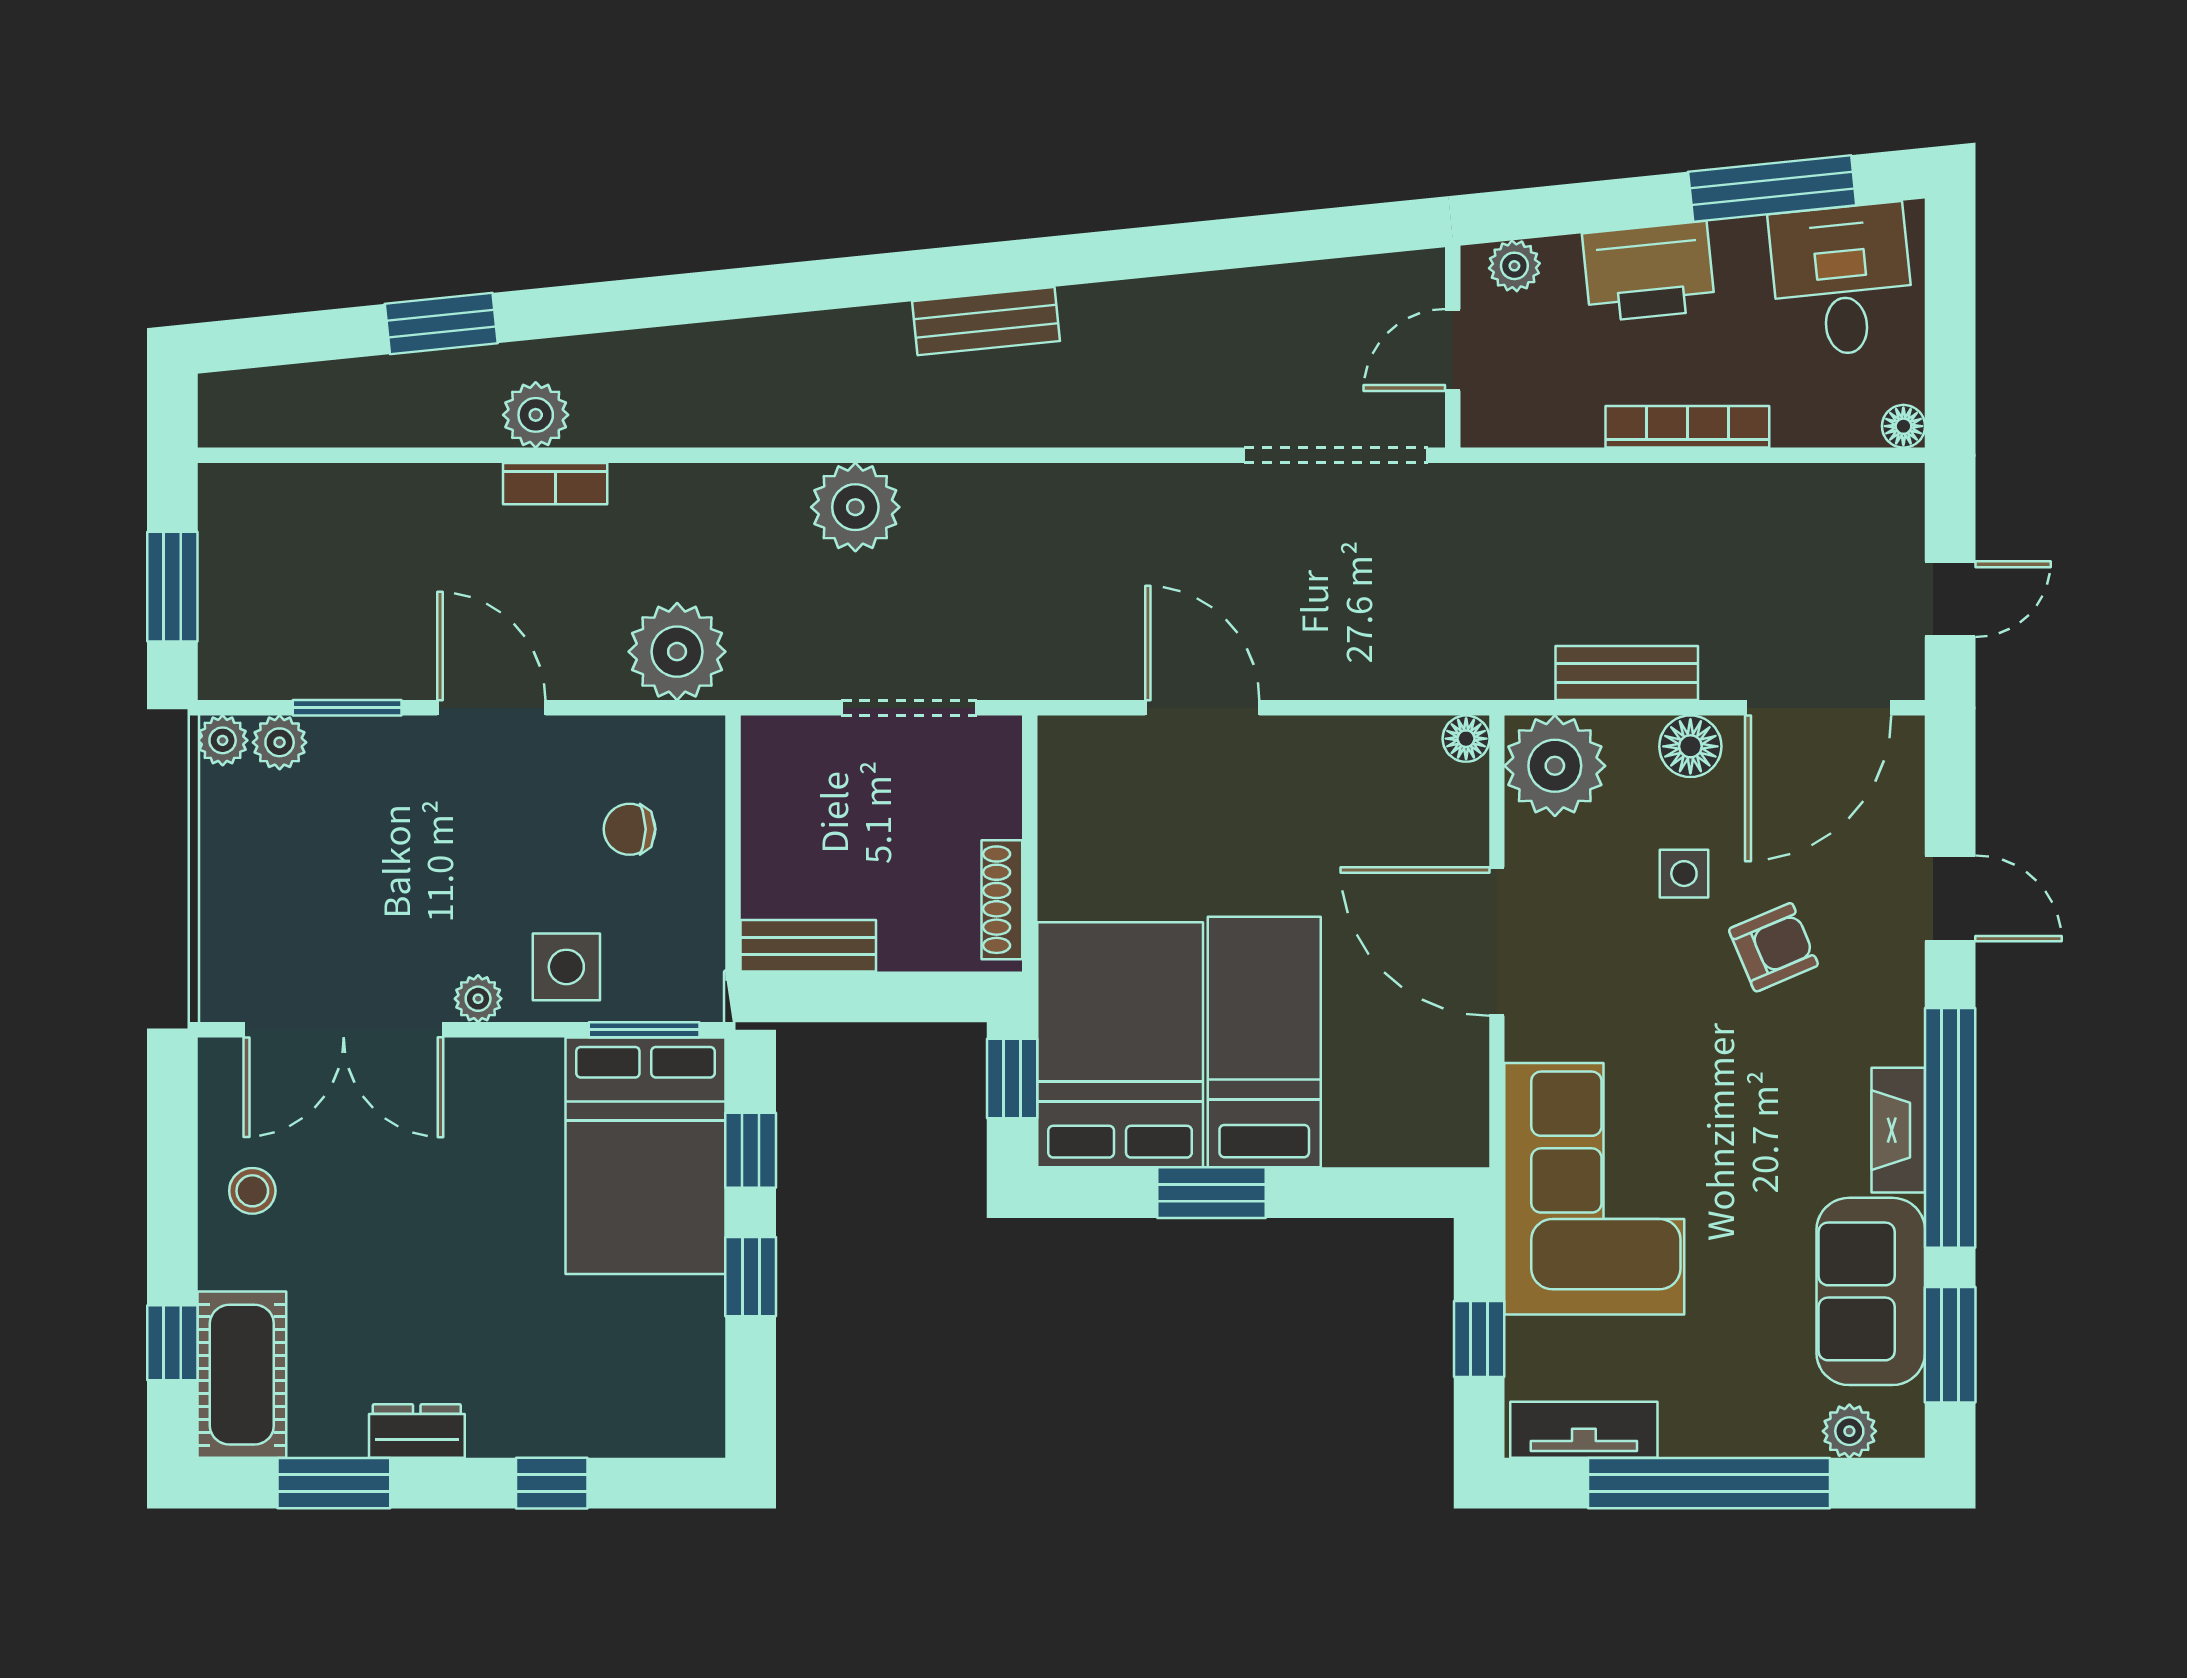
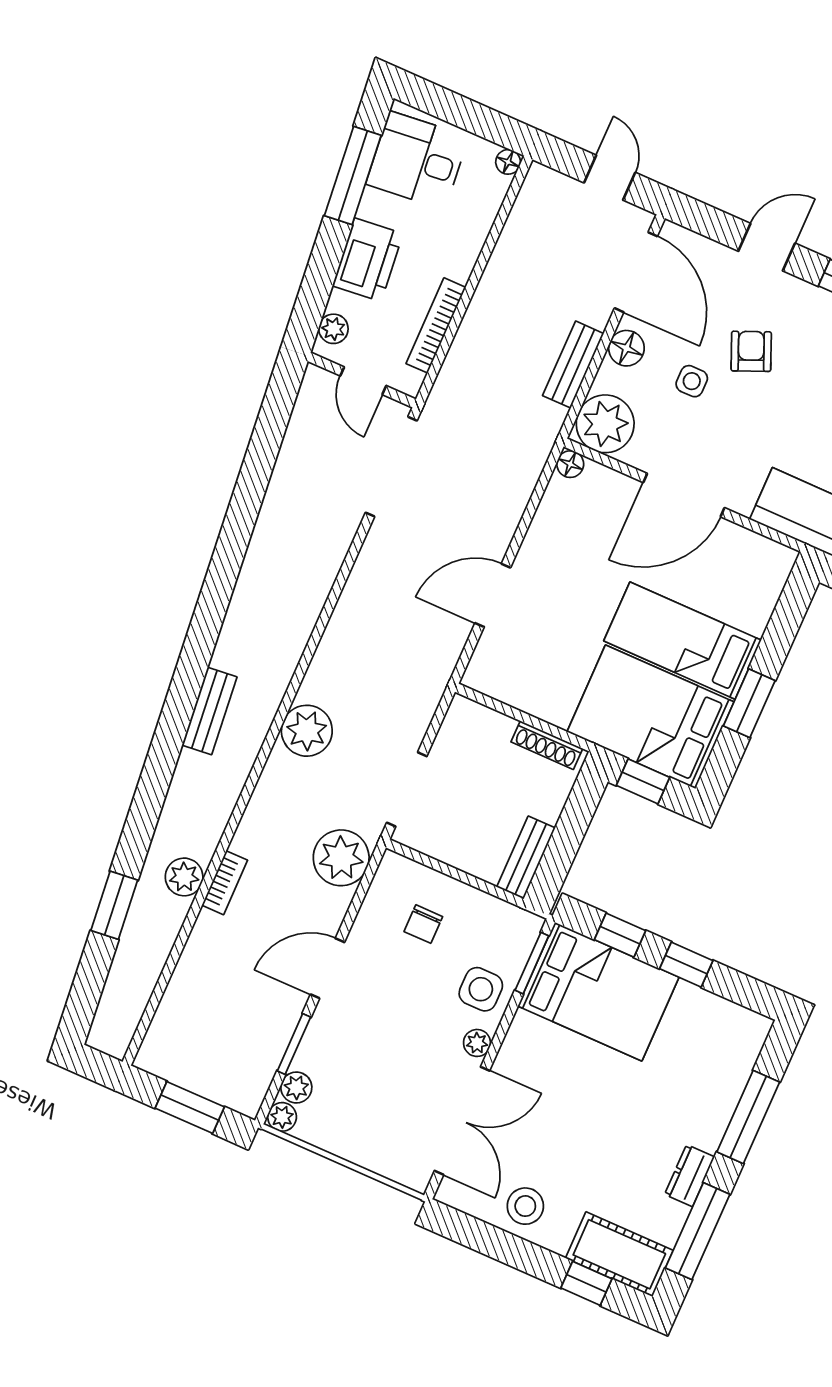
bench: (986, 321) -> (209, 711), moved
bookcase: (1687, 427) -> (436, 325), moved
doorway: (909, 708) -> (407, 789), moved
stool: (252, 1191) -> (525, 1206), width x1.37, depth x1.37
window: (334, 1483) -> (698, 1231), width x1.44
window: (552, 1483) -> (748, 1117), width x2.17

